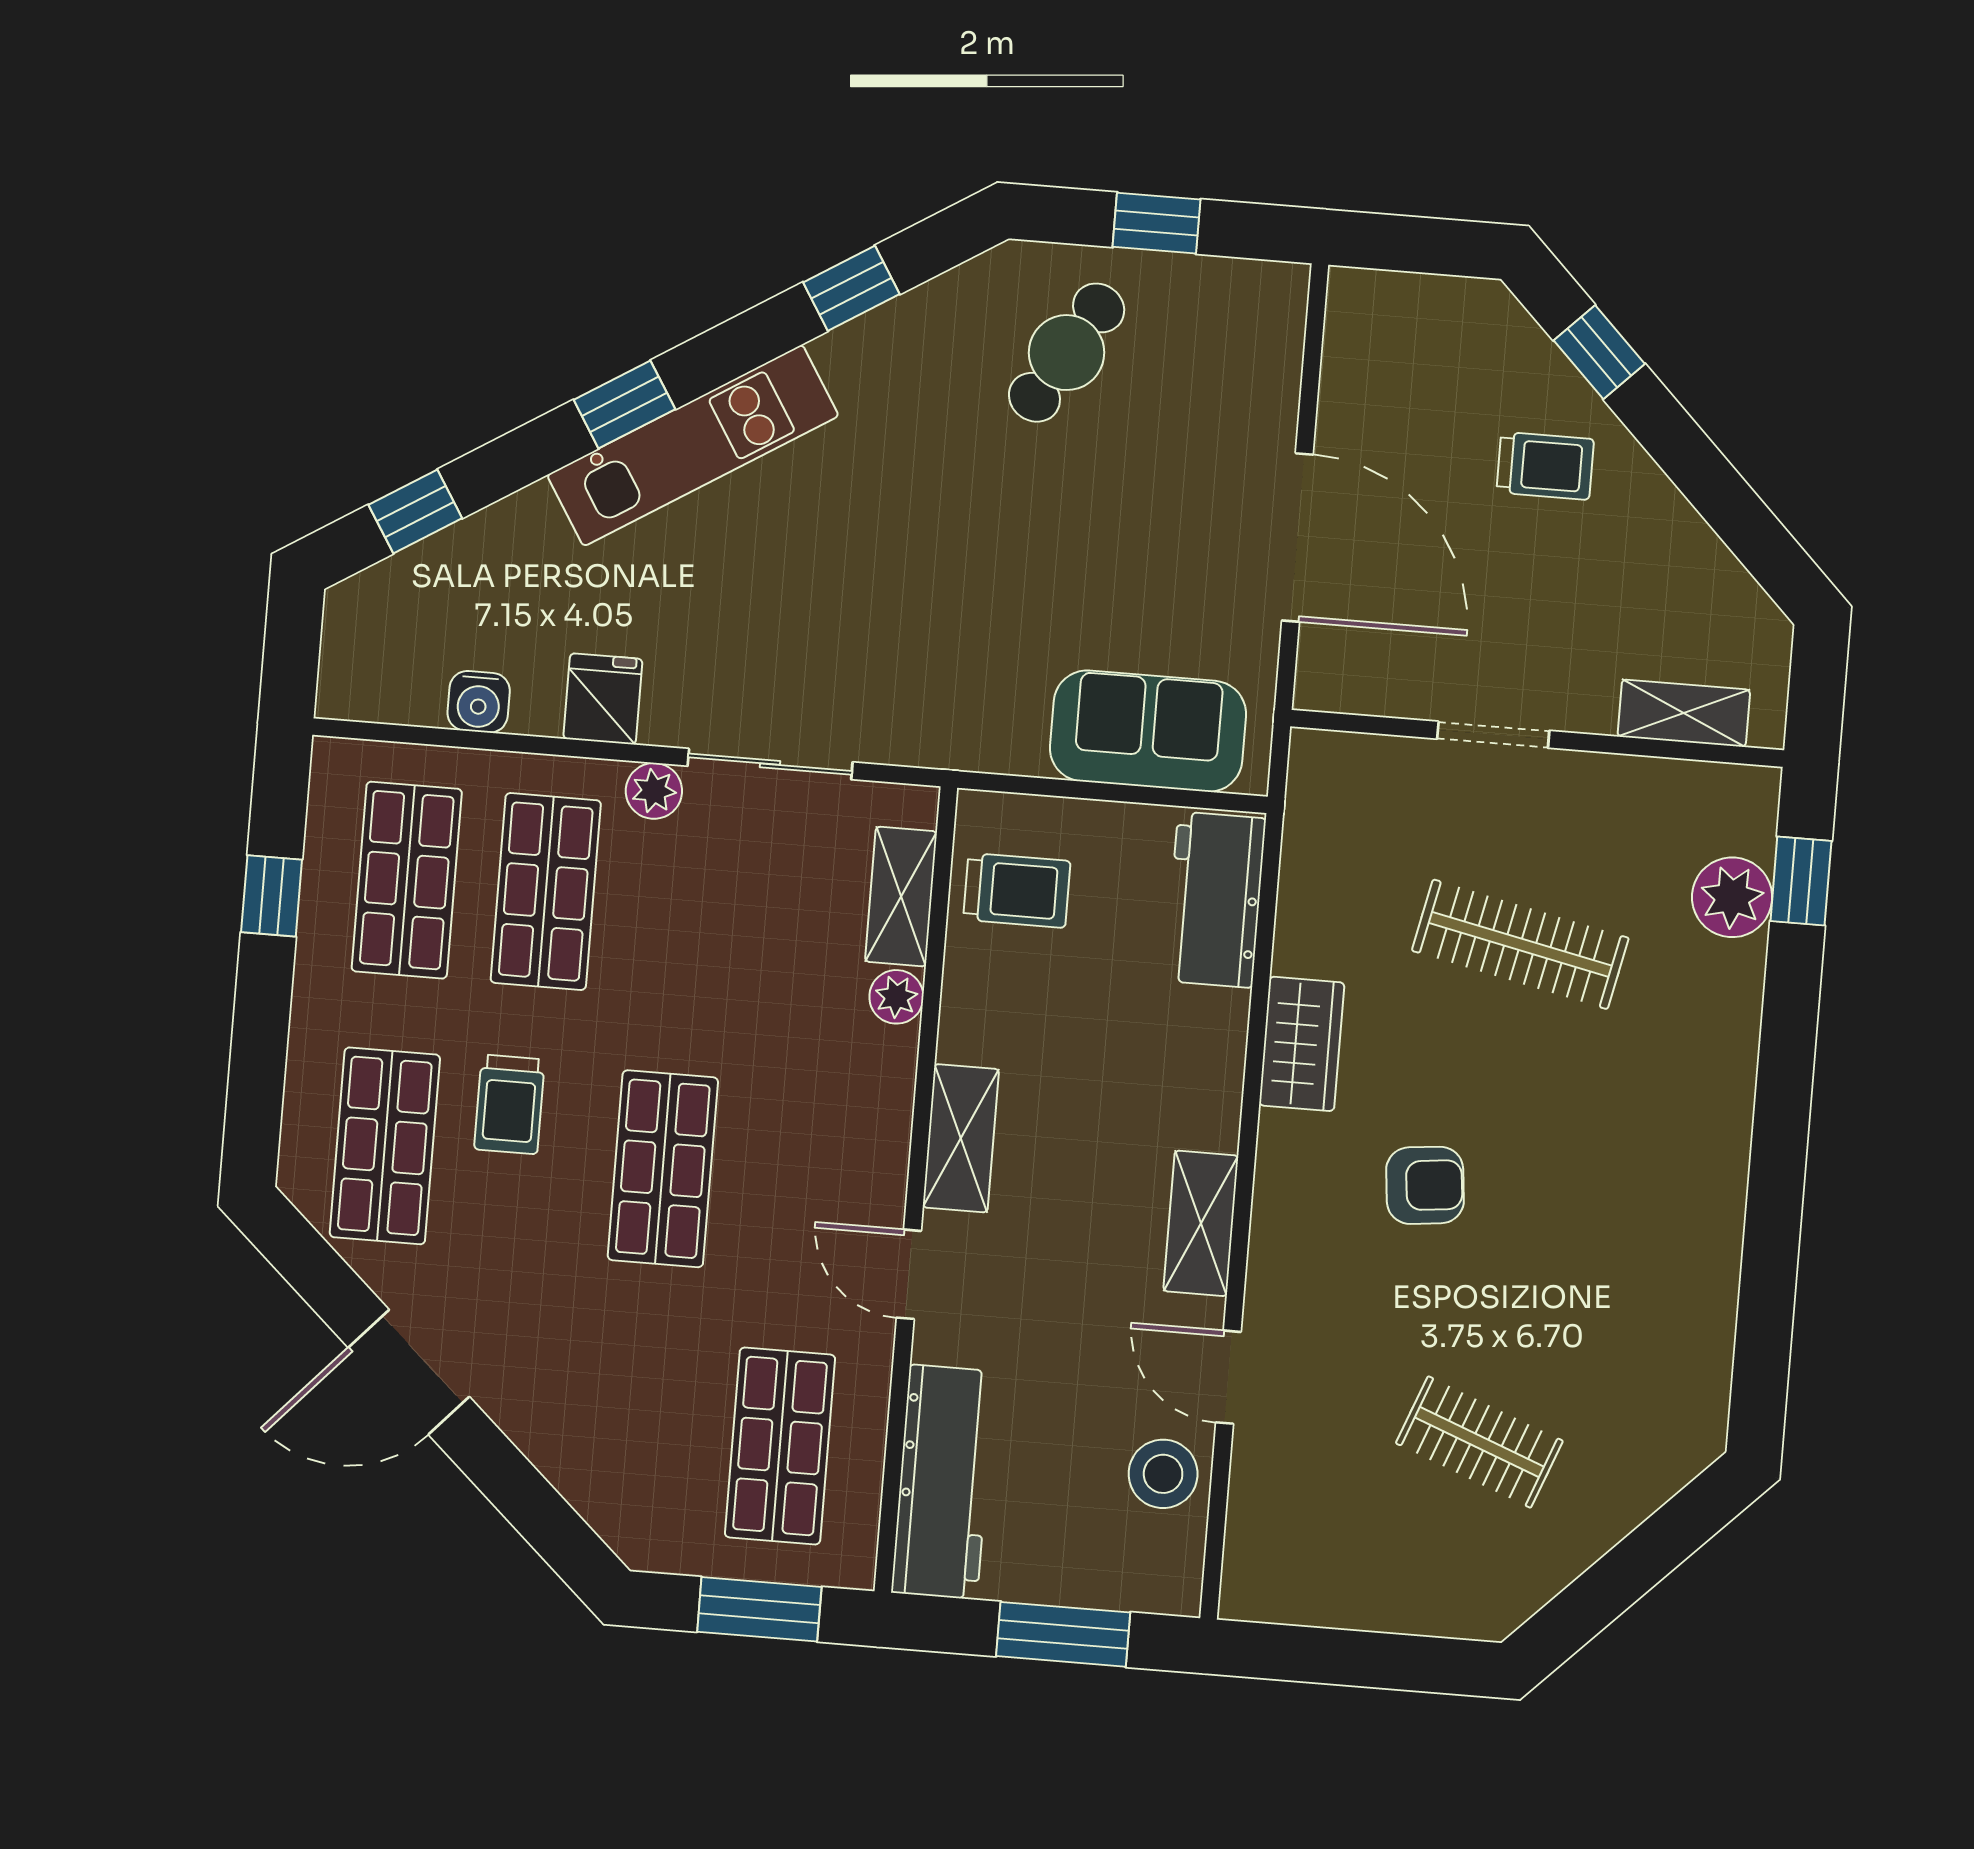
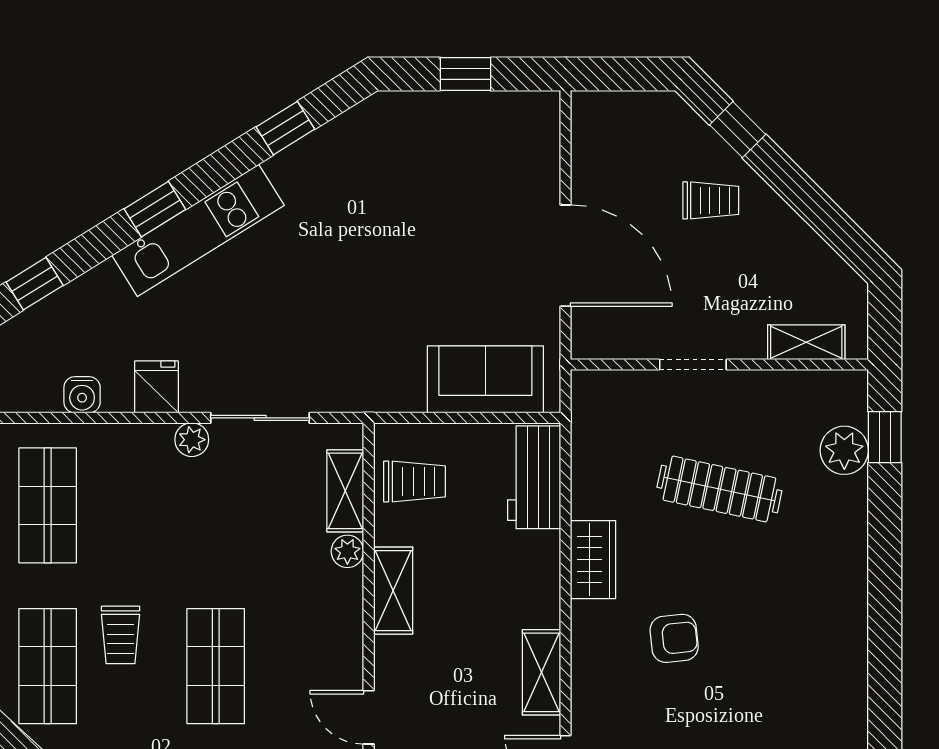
cafe table: (1067, 353) -> (418, 156), removed
shop shelf: (546, 892) -> (132, 505), removed
shelving: (961, 1138) -> (393, 591), moved

